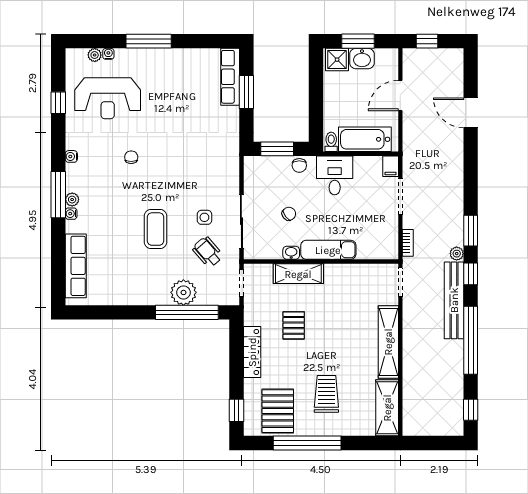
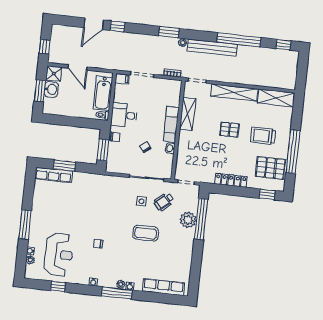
shower: (337, 60) -> (54, 74), moved
shelving: (298, 274) -> (188, 114), moved
window: (471, 274) -> (117, 26), moved
pallet: (294, 325) -> (229, 130), moved

